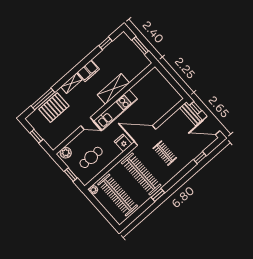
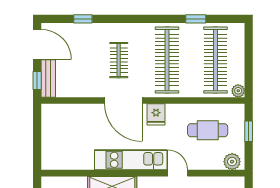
window: (158, 195) -> (196, 19), moved

